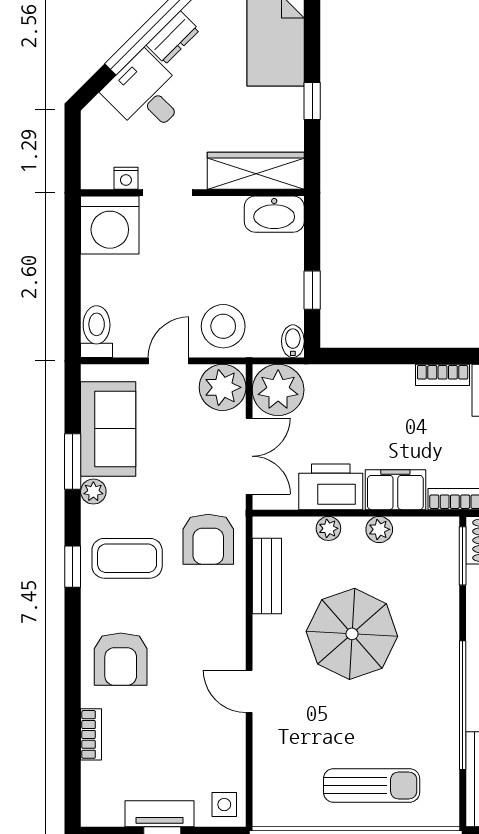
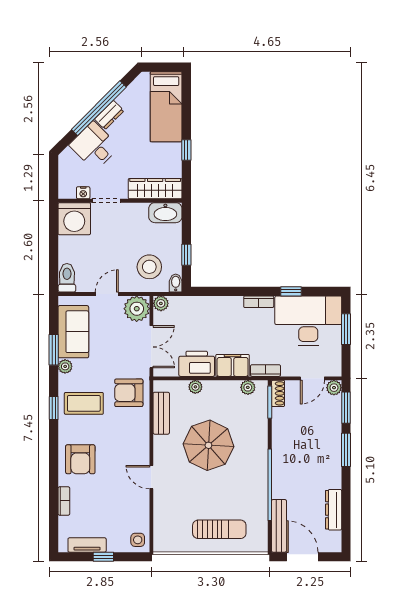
stool: (223, 326) -> (149, 267), moved
plant: (278, 390) -> (161, 303), width x0.53, depth x0.53
plant: (379, 529) -> (248, 387), moved
armchair: (208, 539) -> (129, 393), turned 90
tv unit: (160, 814) -> (87, 545), moved

